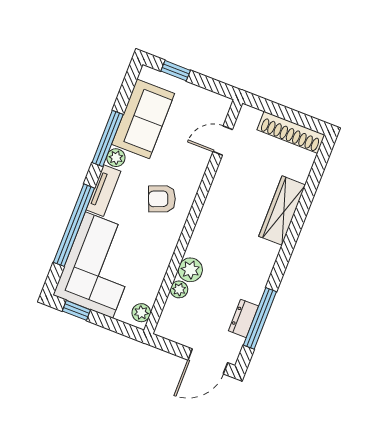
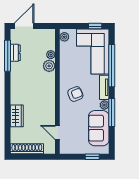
door: (223, 141) -> (57, 132), swing flipped
wardrobe: (282, 211) -> (17, 116), width x0.67

